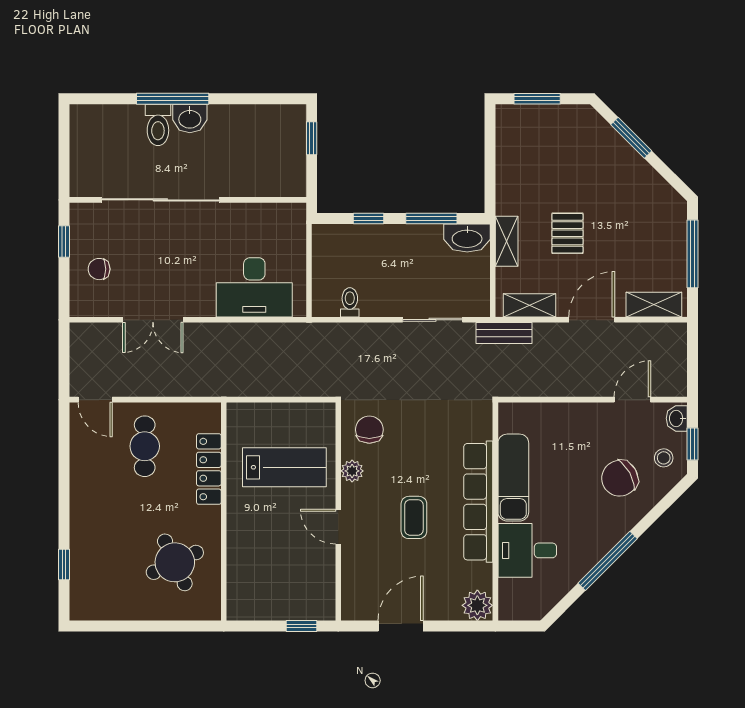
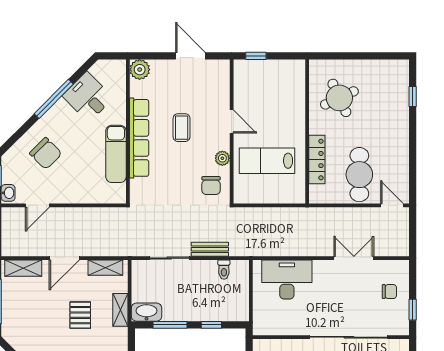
bench: (504, 333) -> (210, 249), moved
cafe table: (145, 446) -> (359, 175), width x1.37, depth x1.35
stool: (664, 458) -> (17, 167), removed
chair: (620, 478) -> (46, 153), turned 74
desk: (527, 550) -> (88, 97), moved, turned -135
door: (401, 626) -> (190, 56), swing flipped

